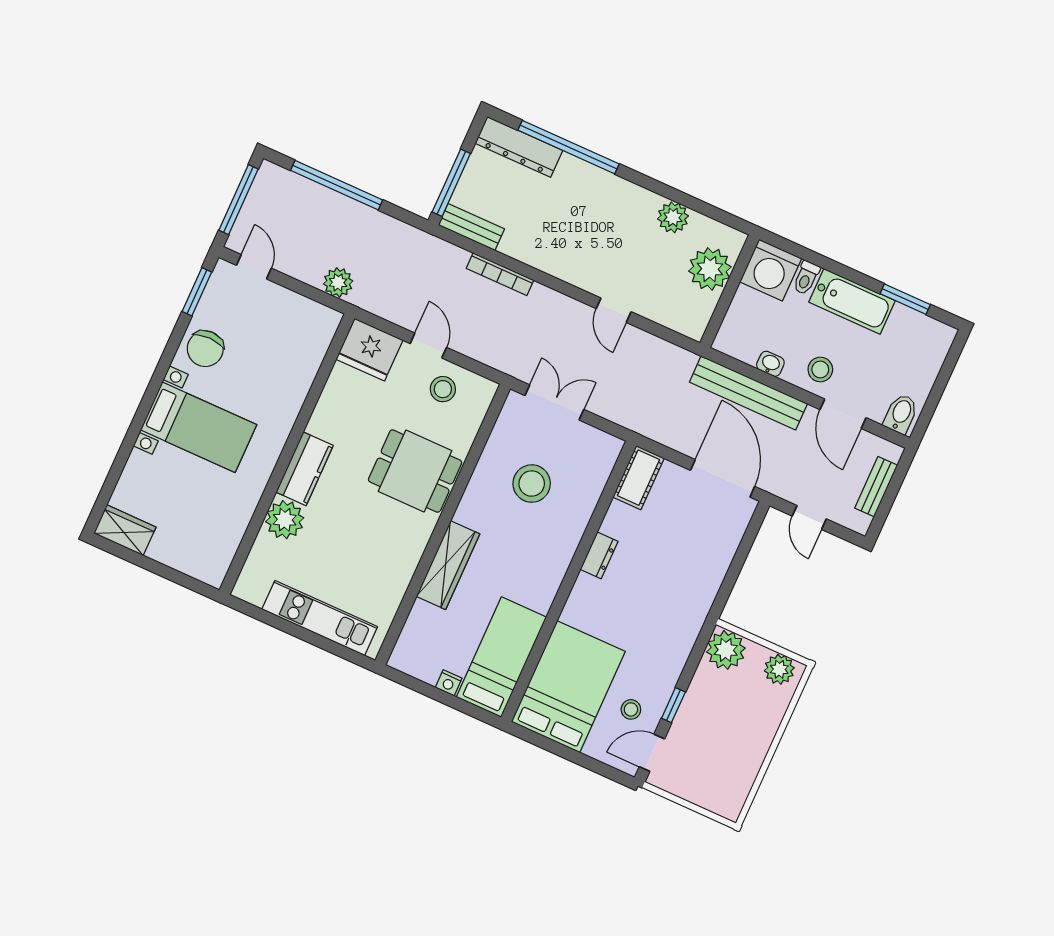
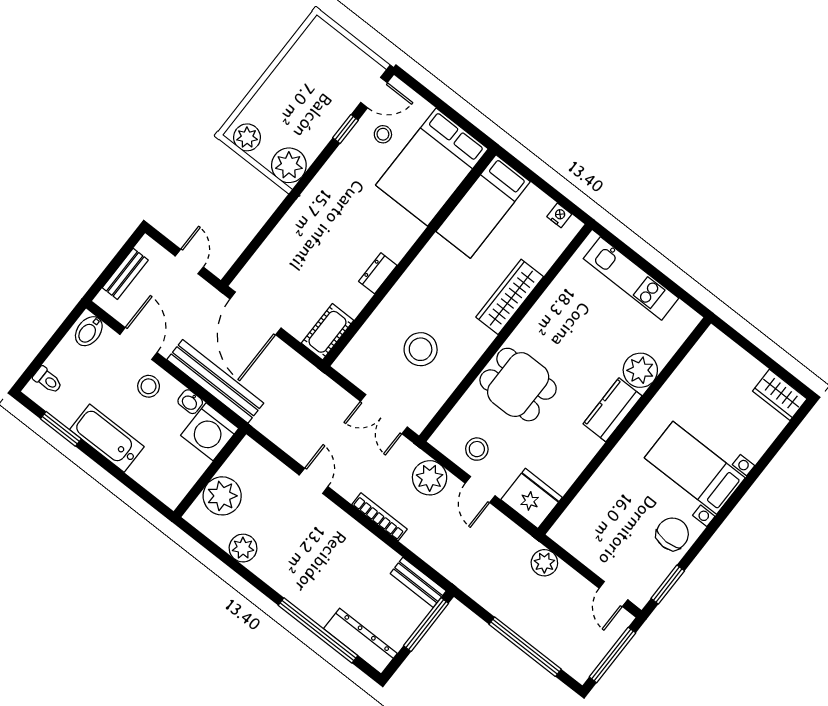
washing machine: (771, 270) -> (210, 432), moved, turned 180
bookcase: (500, 274) -> (379, 517), moved
toilet: (806, 278) -> (48, 380), moved, turned 90
plant: (487, 345) -> (430, 478), added
nightstand: (449, 683) -> (559, 215), moved

